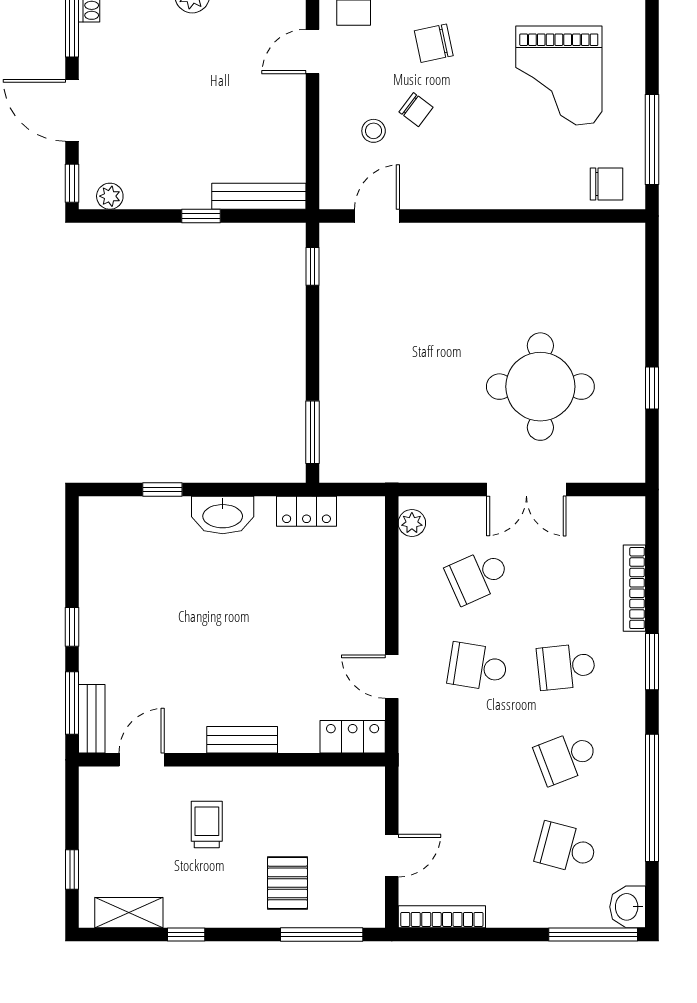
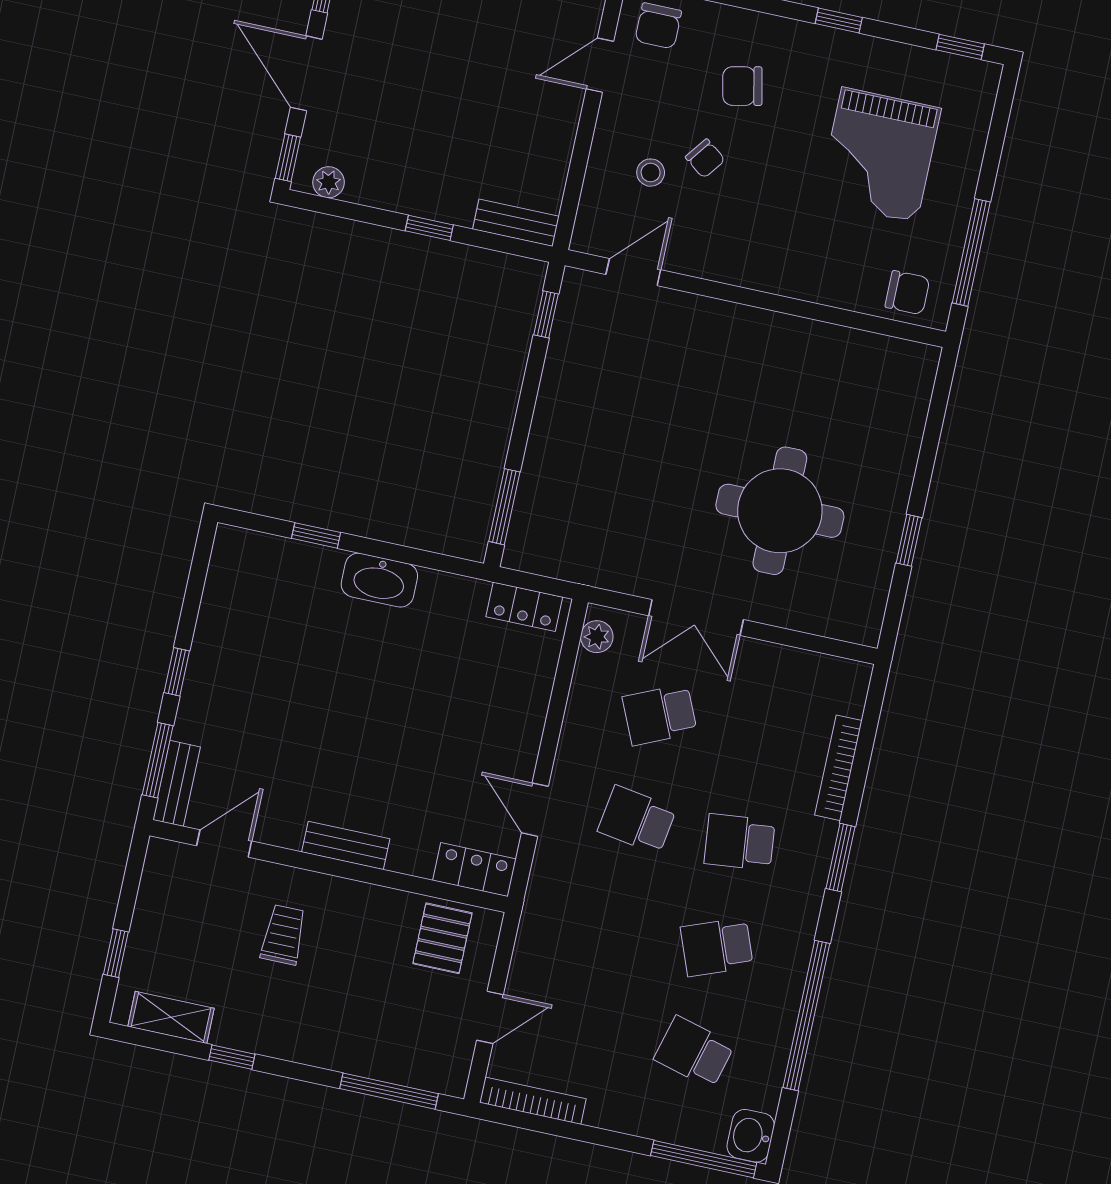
bench: (259, 196) -> (516, 223), width x0.73
double door: (526, 490) -> (696, 618), moved
locker: (307, 511) -> (524, 607), moved
pallet: (287, 883) -> (442, 938), moved

